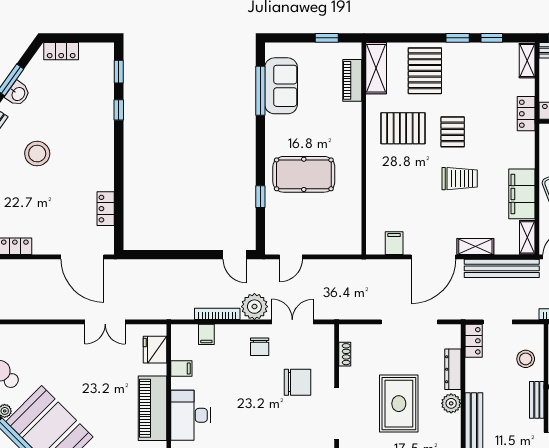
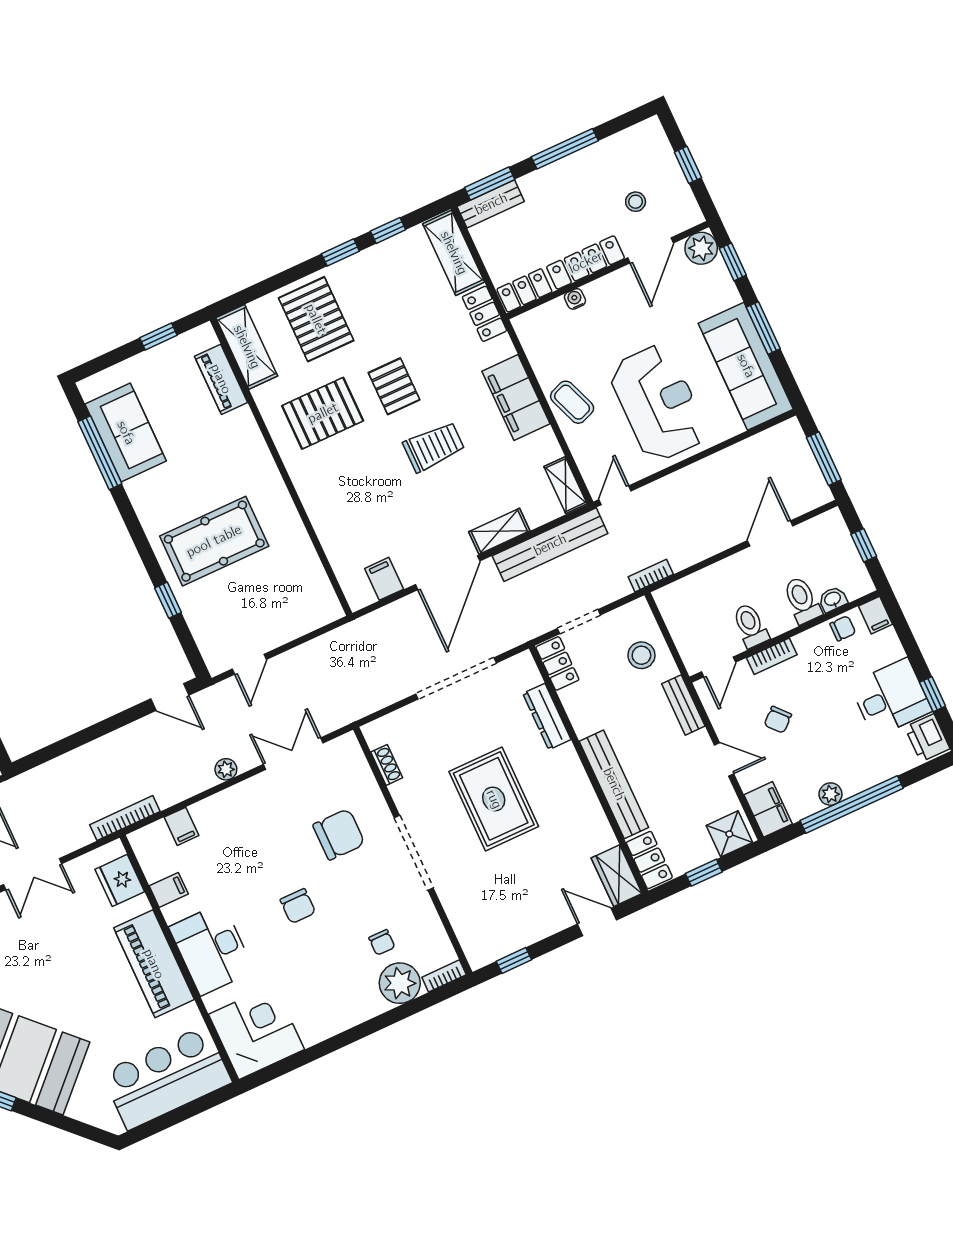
shelving: (527, 61) -> (454, 253), width x1.50, depth x1.33
filing cabinet: (522, 194) -> (516, 397), moved
plant: (254, 307) -> (226, 769), width x0.53, depth x0.53
bookcase: (217, 314) -> (125, 818), moved
chair: (260, 347) -> (298, 906), moved
plant: (451, 403) -> (566, 765), removed

